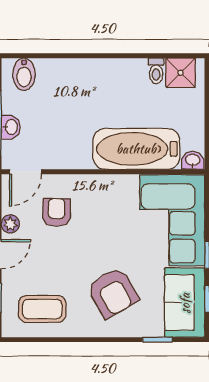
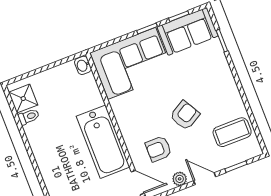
bathtub: (136, 149) -> (103, 142), moved
armchair: (113, 293) -> (185, 115), moved, width x0.72, depth x0.72
coffee table: (42, 309) -> (232, 132), turned 90

